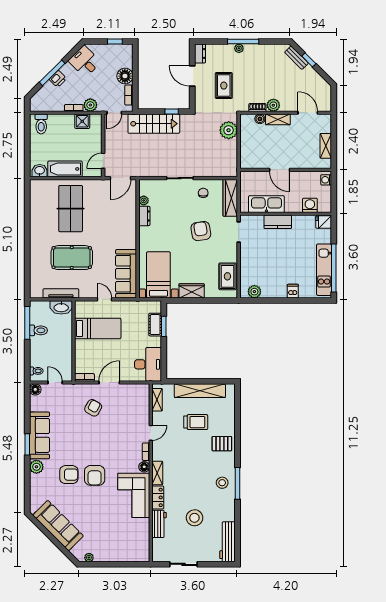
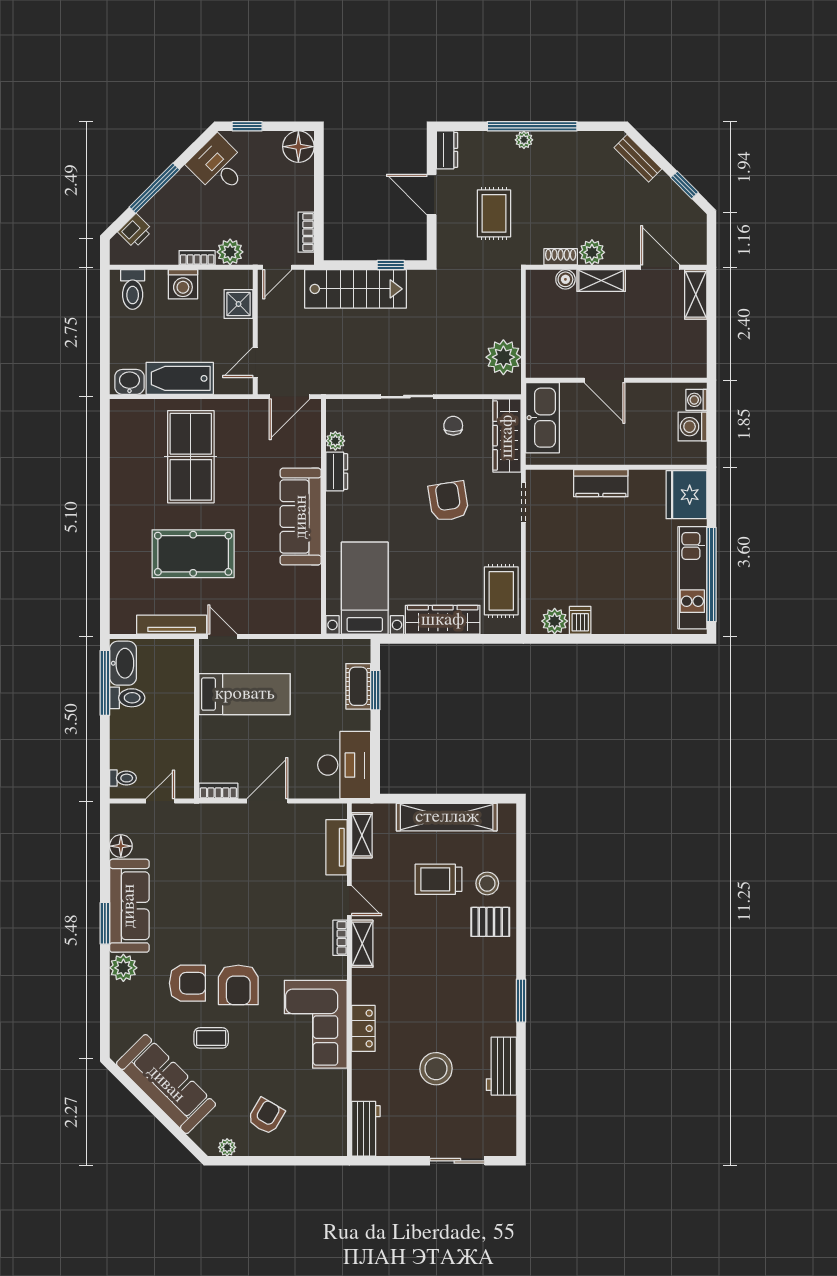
window: (115, 42) -> (247, 126), moved
window: (243, 42) -> (532, 126), width x1.46
window: (309, 60) -> (684, 185), moved
floor lamp: (125, 76) -> (298, 147), moved
printer: (58, 79) -> (135, 231), moved
washing machine: (67, 121) -> (183, 284), added
shower: (82, 121) -> (239, 304), moved
plant: (229, 130) -> (503, 357), moved
shelving: (326, 146) -> (696, 294), moved
kitchen sink: (266, 204) -> (543, 418), moved, turned 90
washing machine: (310, 205) -> (692, 427), moved, turned -90
fridge: (324, 222) -> (686, 495), width x1.88, depth x1.34
sofa: (126, 274) -> (301, 517), moved
wardrobe: (192, 291) -> (443, 620), width x1.50
dishwasher: (293, 291) -> (580, 620), moved
door: (104, 299) -> (222, 636), moved
washbasin: (61, 307) -> (123, 663), moved, turned -90
door: (55, 383) -> (160, 801), hinge flipped
floor lamp: (35, 389) -> (121, 846), moved
tv unit: (144, 406) -> (336, 847), added
armchair: (93, 408) -> (266, 1116), moved
trolley: (196, 422) -> (439, 879), turned 180
door: (151, 433) -> (349, 901), hinge flipped
floor lamp: (144, 467) -> (336, 968), removed
shelving: (157, 473) -> (362, 944), moved
stool: (222, 483) -> (487, 883), moved
window: (237, 483) -> (521, 1001), width x0.69
coffee table: (81, 502) -> (211, 1038), added
workbench: (159, 524) -> (366, 1129), moved
workbench: (227, 542) -> (501, 1066), moved, width x0.73
sliding door: (183, 564) -> (457, 1161), moved

